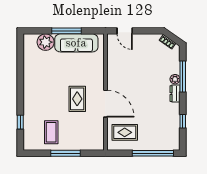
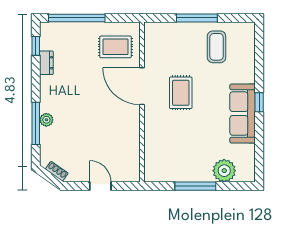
door: (125, 31) -> (100, 186), moved
sofa: (76, 43) -> (243, 114), moved, turned -90
dresser: (175, 94) -> (46, 63), moved
window: (183, 121) -> (36, 46), moved
window: (20, 122) -> (259, 102), moved

